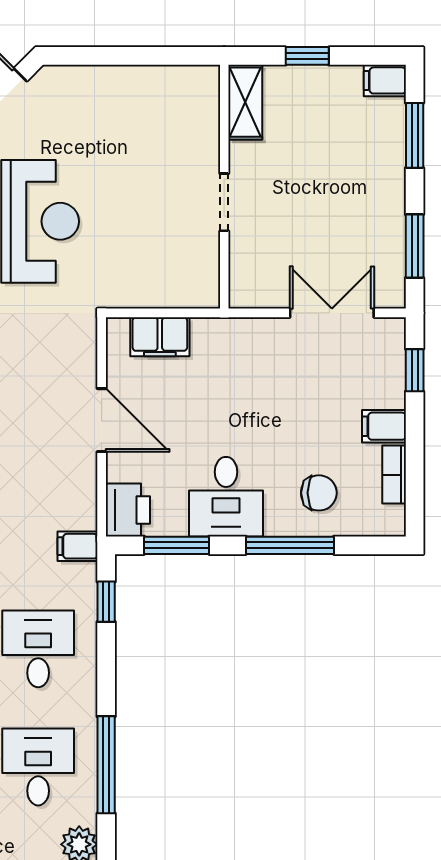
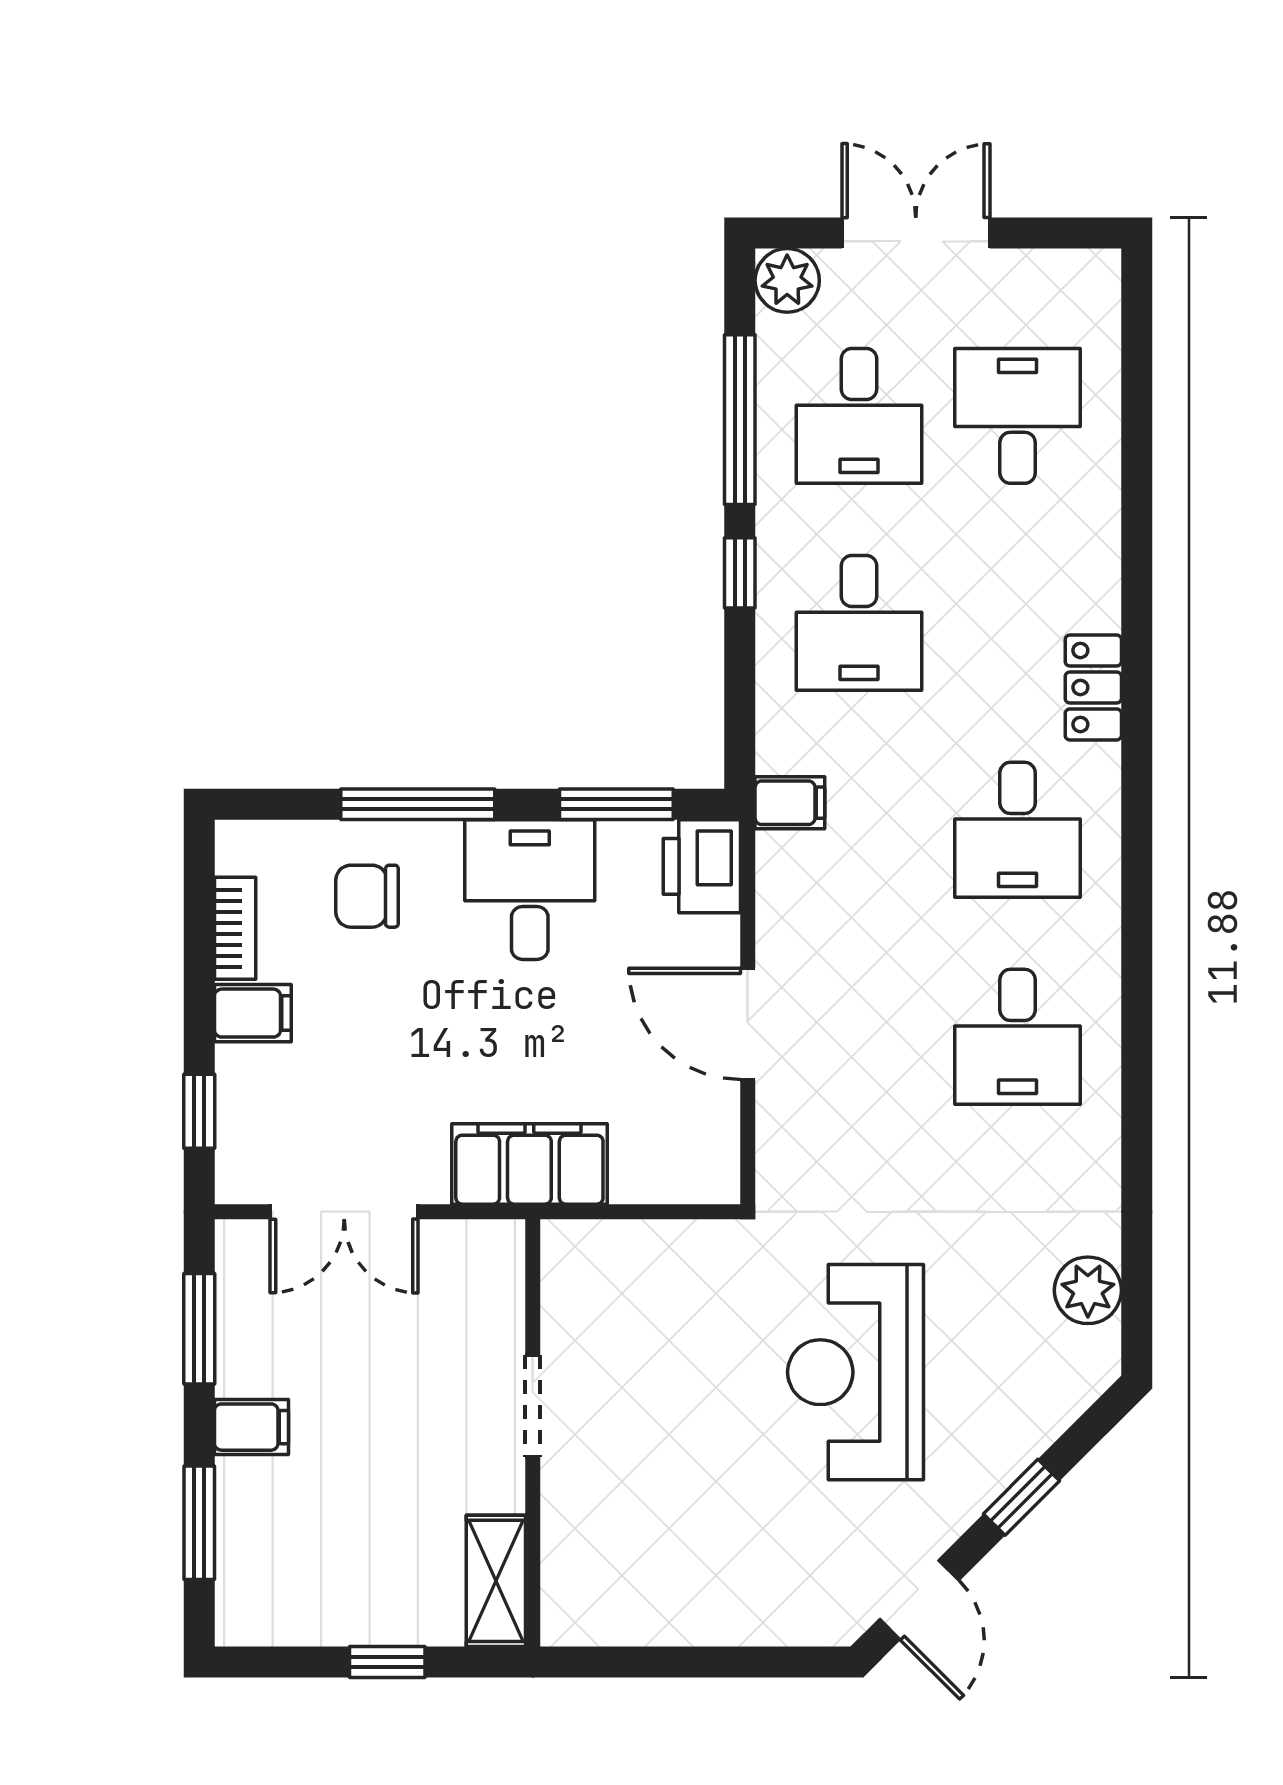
filing cabinet: (385, 80) -> (251, 1427), moved
filing cabinet: (160, 337) -> (529, 1164), moved, width x1.50, depth x1.17
window: (106, 602) -> (740, 573), moved

